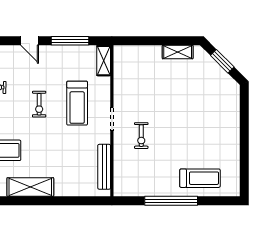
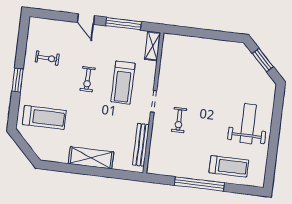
shelving: (178, 52) -> (222, 46), removed
weight bench: (215, 130) -> (248, 124), added
shelving: (30, 187) -> (91, 158), moved

